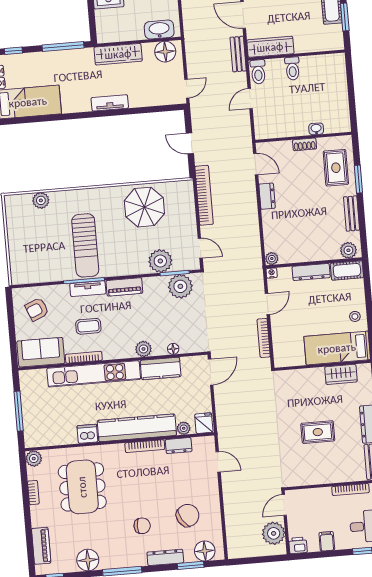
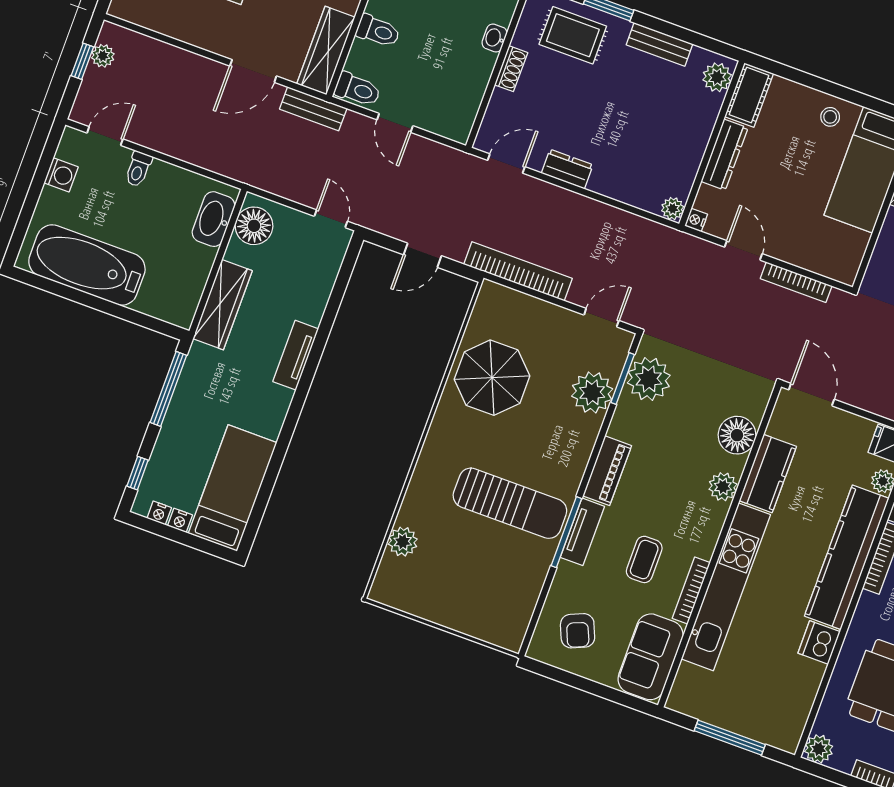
floor lamp: (173, 349) -> (737, 435), width x1.89, depth x1.89

